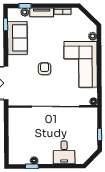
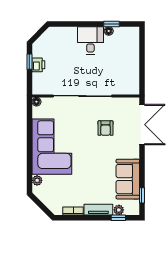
armchair: (45, 69) -> (106, 128), moved
printer: (92, 132) -> (38, 65), added
desk: (64, 152) -> (90, 40), moved

